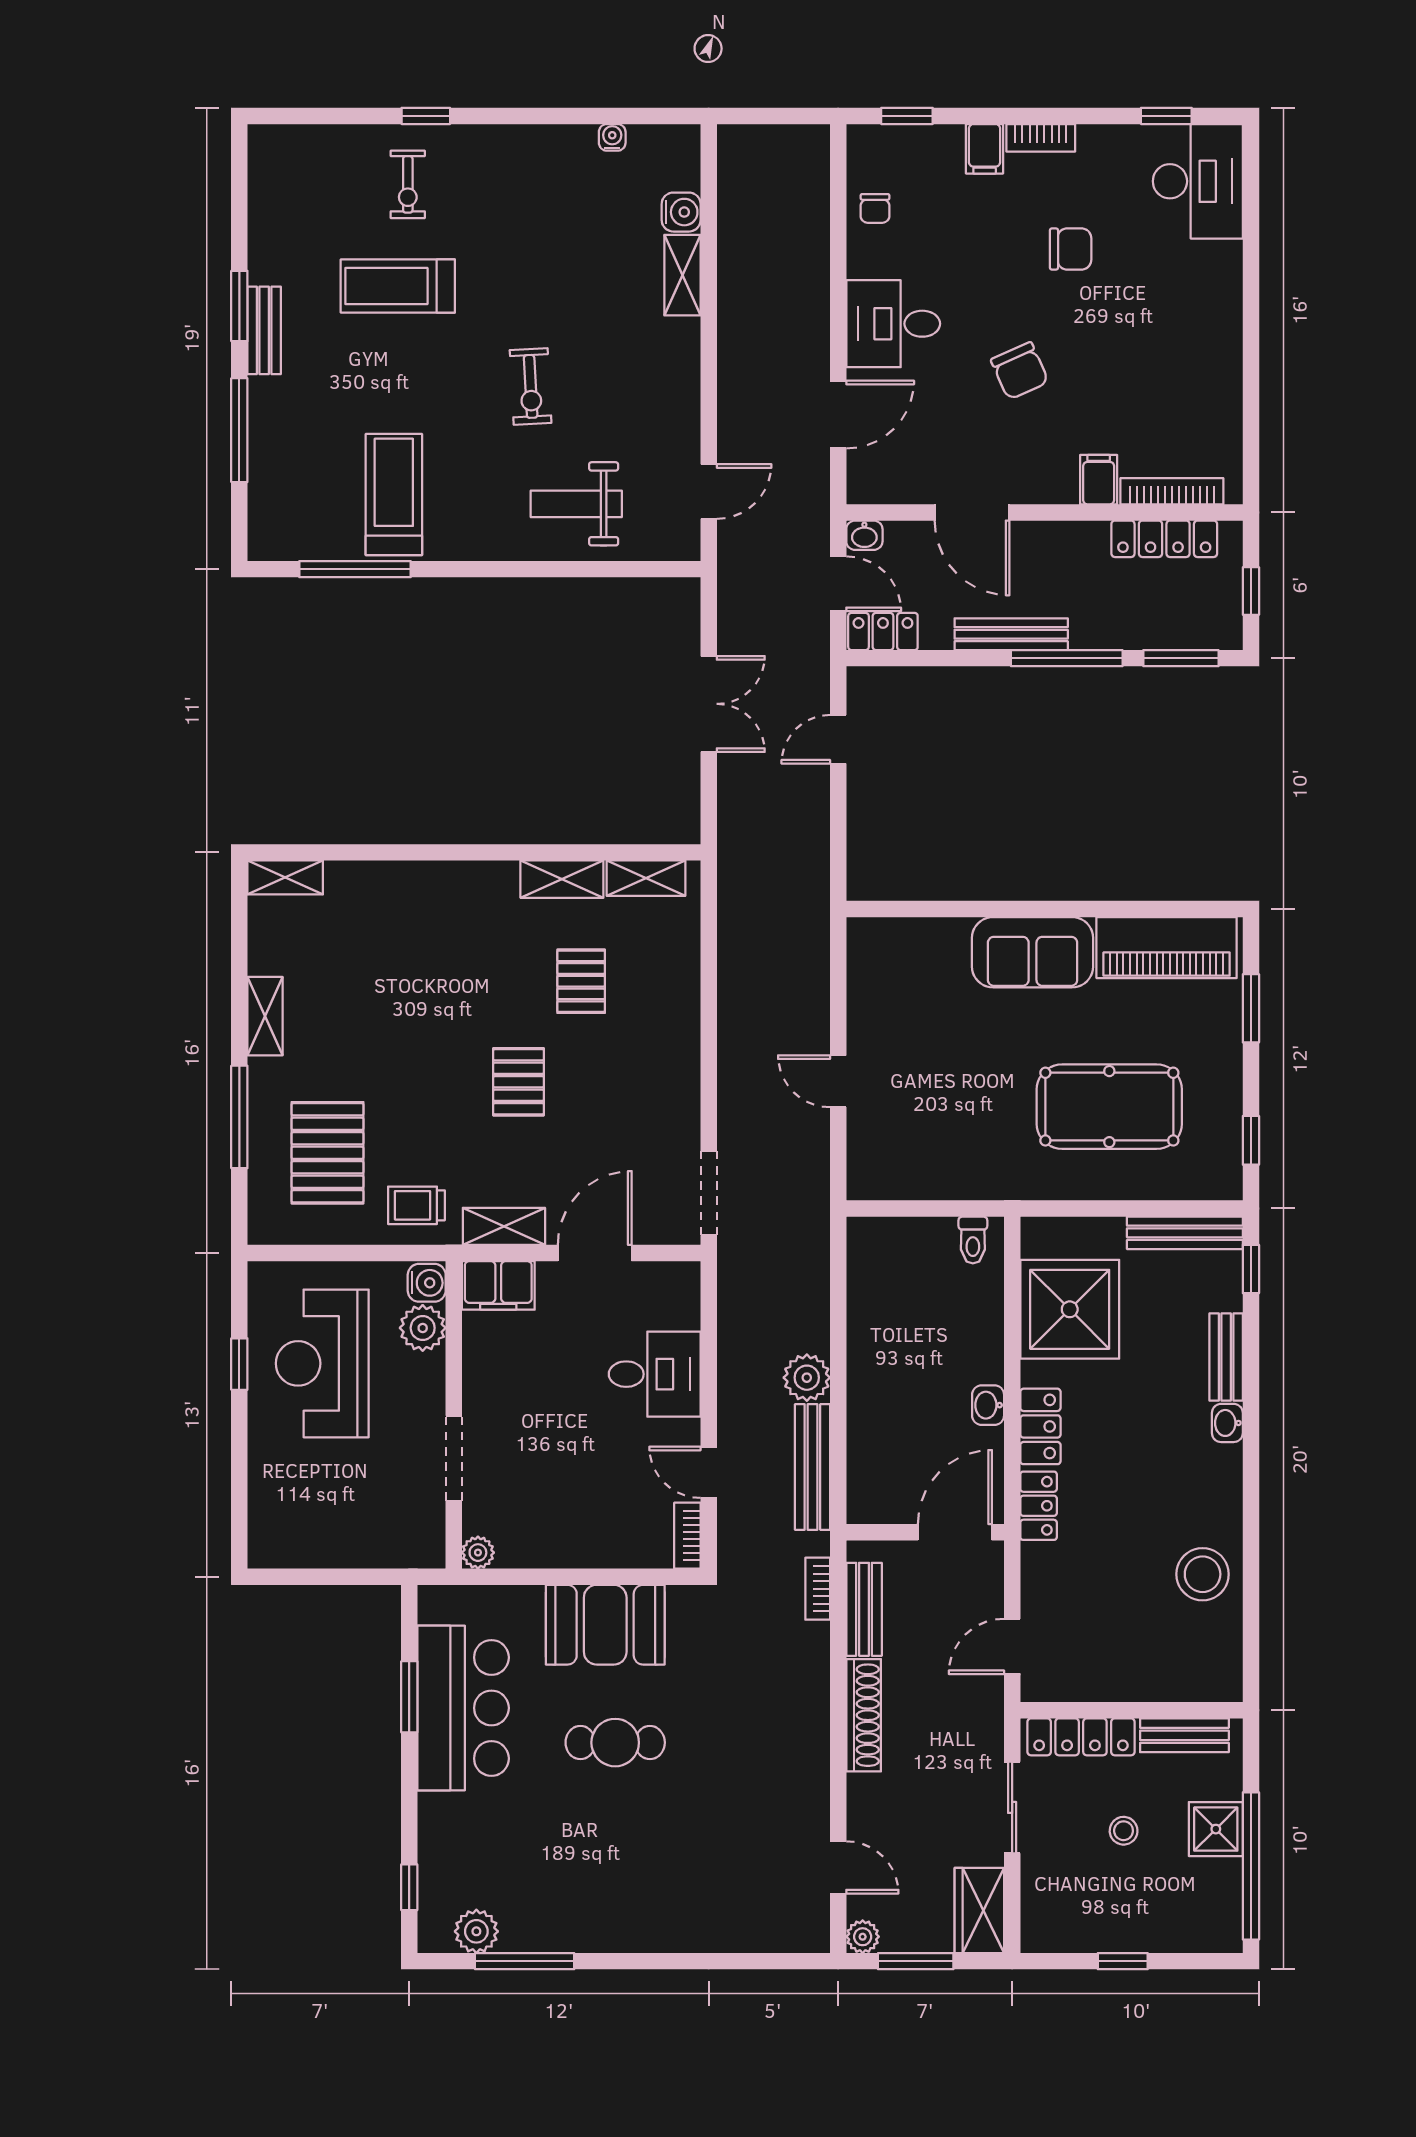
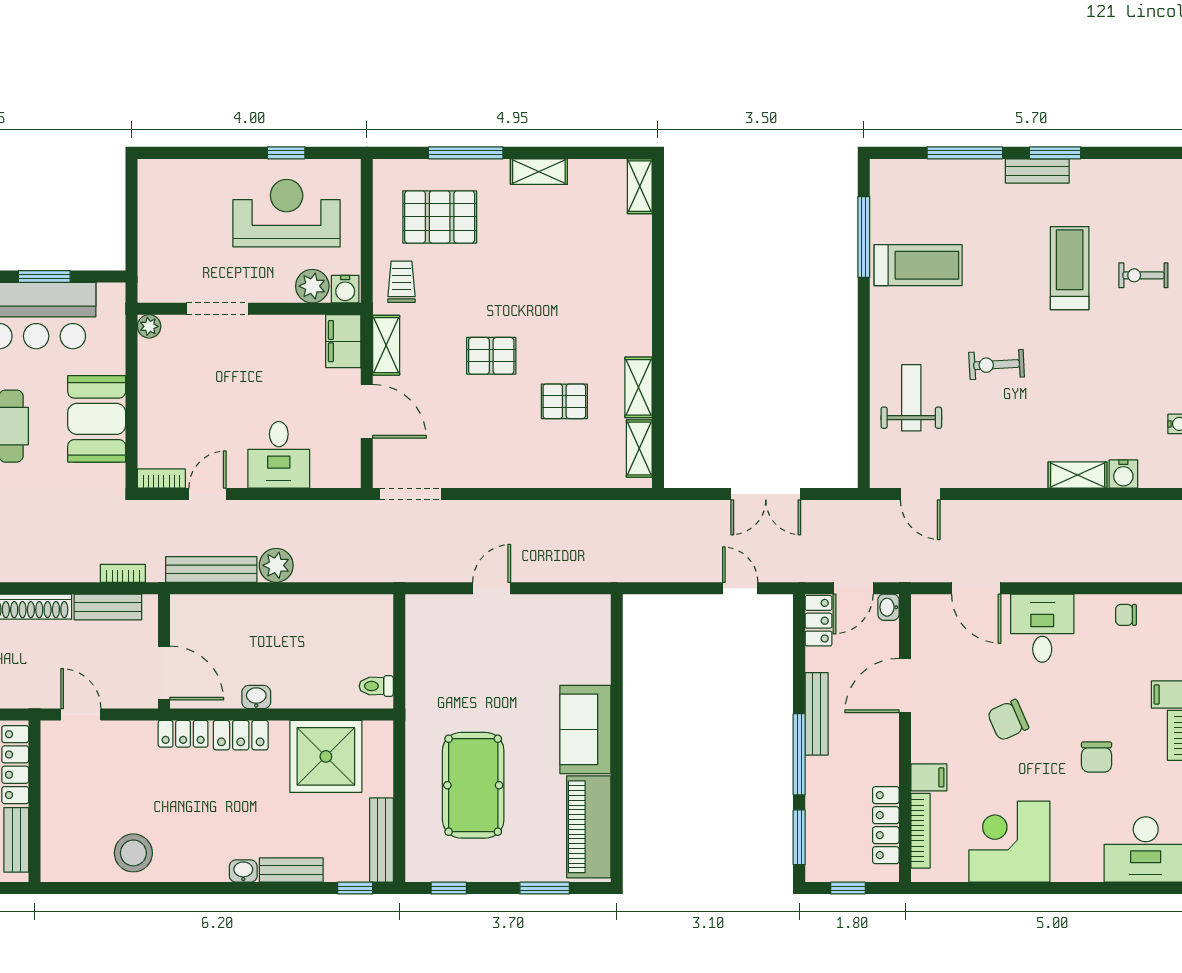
corner desk: (1187, 369) -> (1009, 842), added

